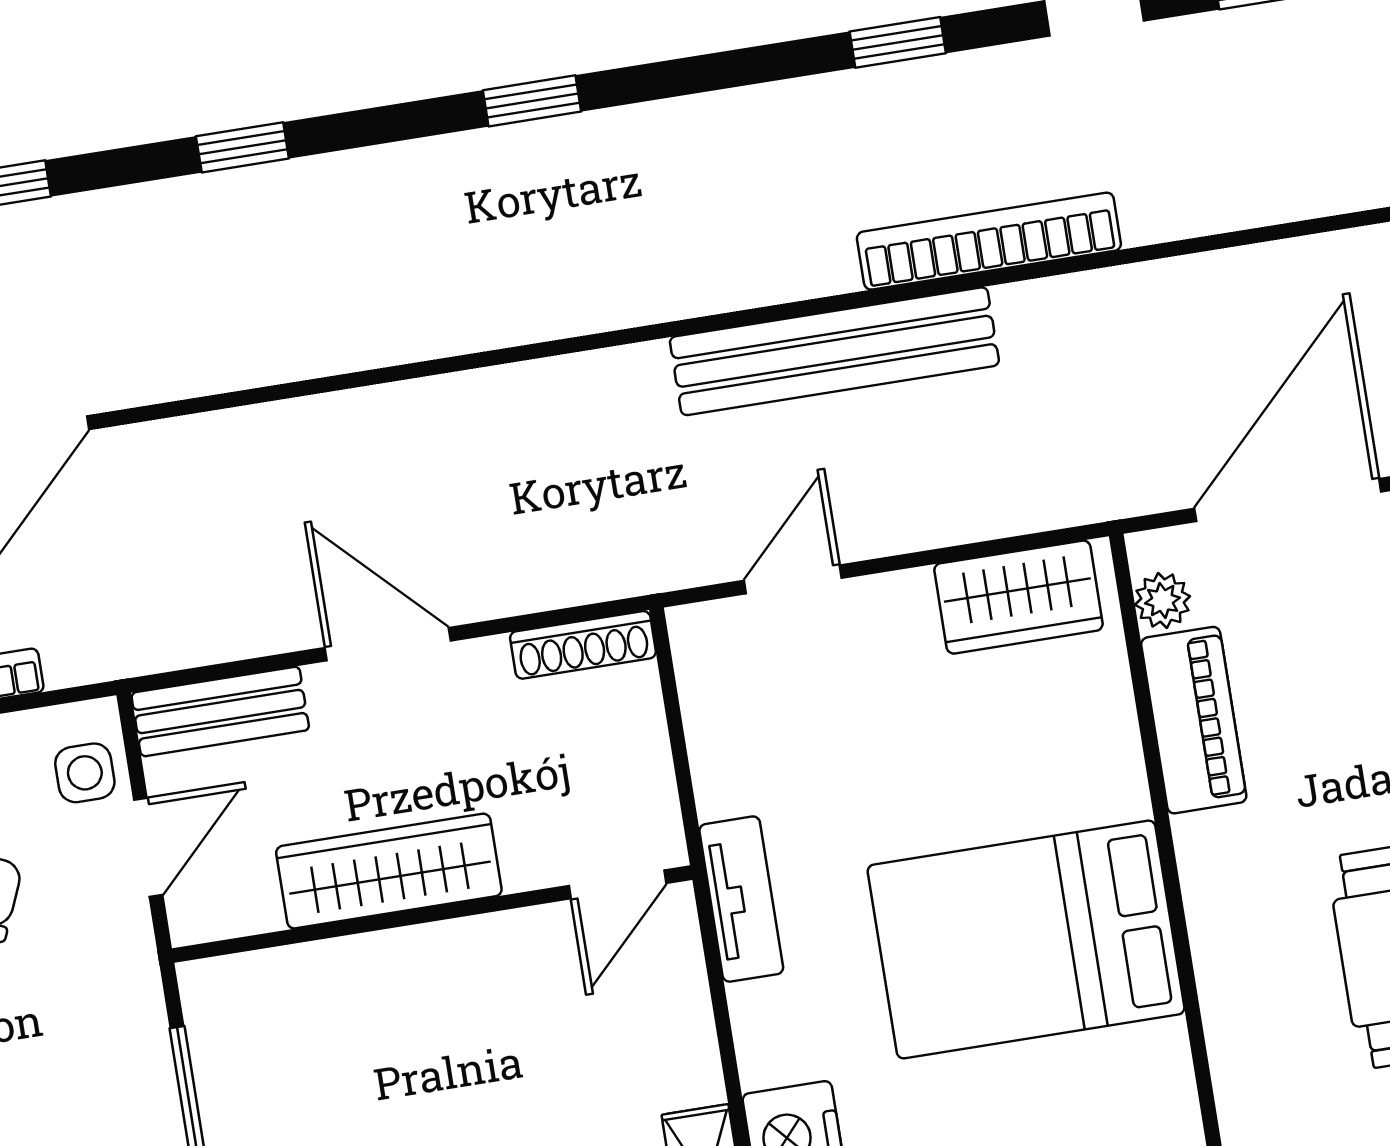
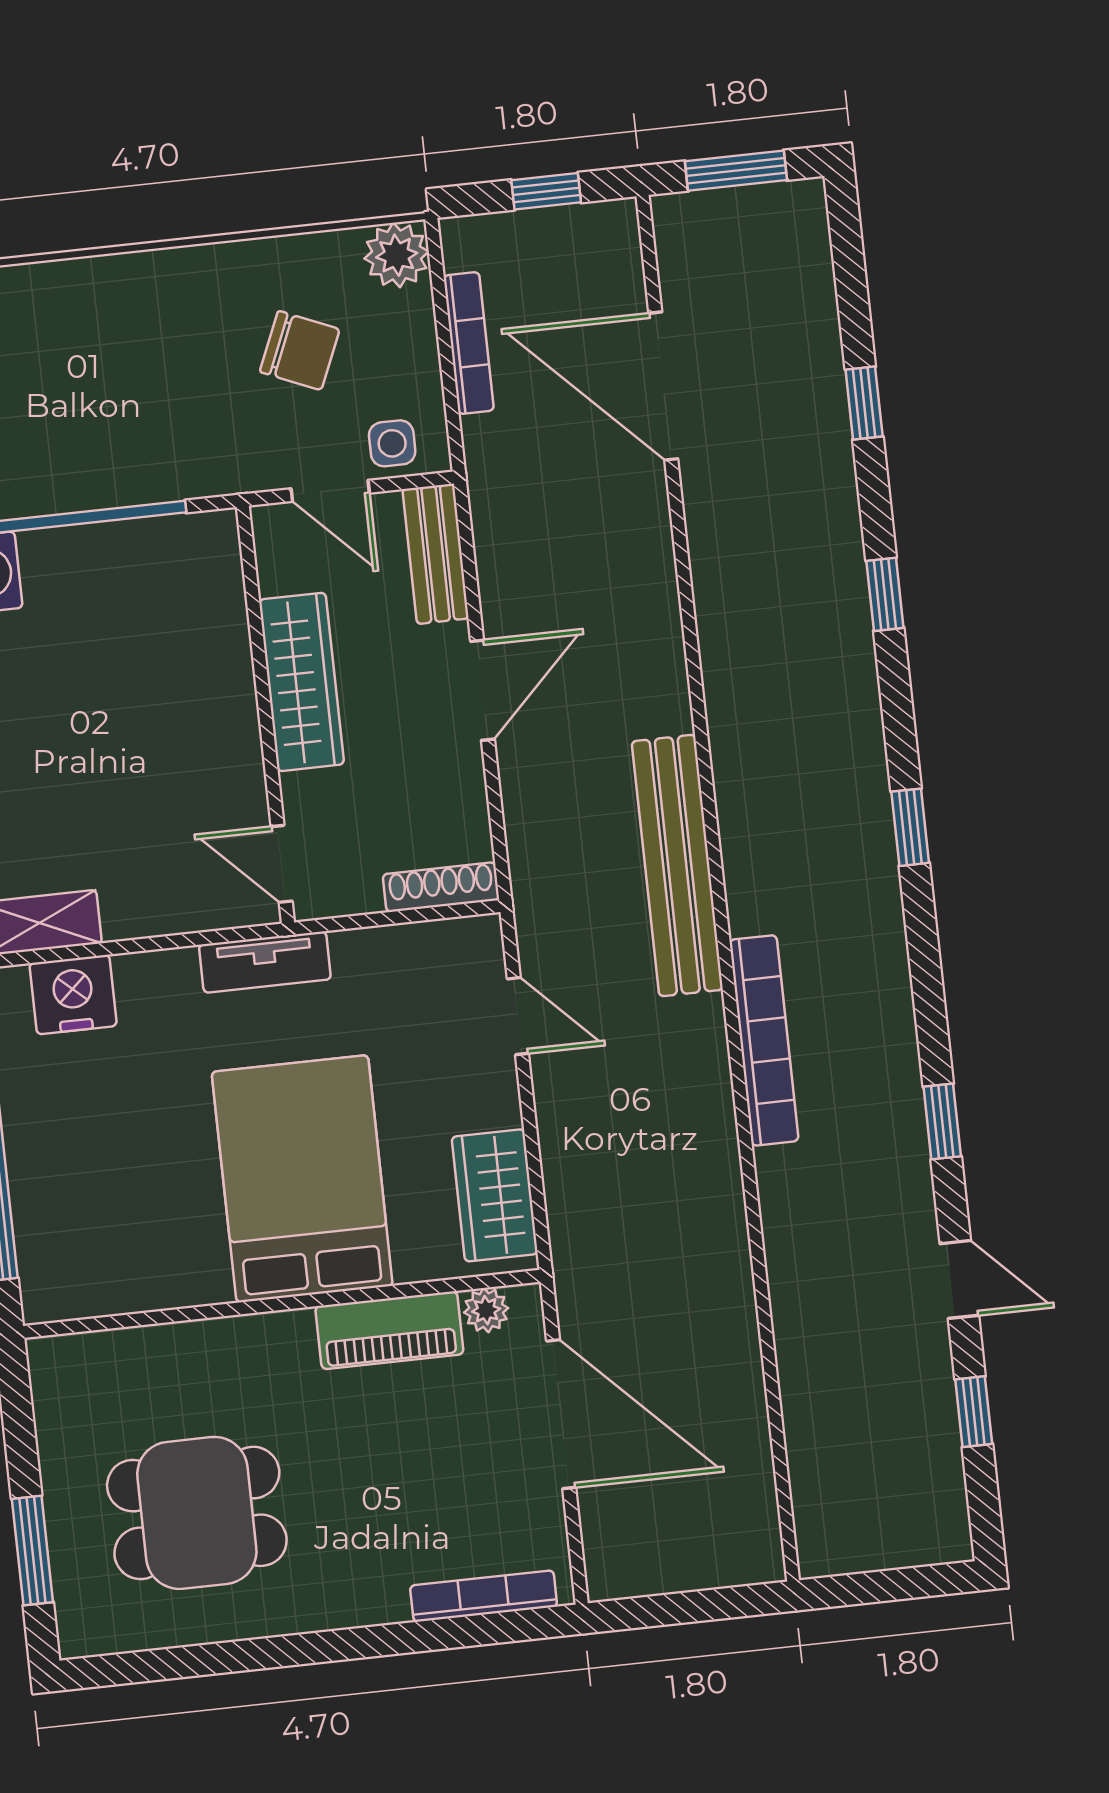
bookcase: (989, 241) -> (764, 1040), moved
bench: (834, 351) -> (677, 866), moved
shoe rack: (583, 645) -> (441, 887), moved, turned 90
bed: (1026, 939) -> (302, 1179), moved

